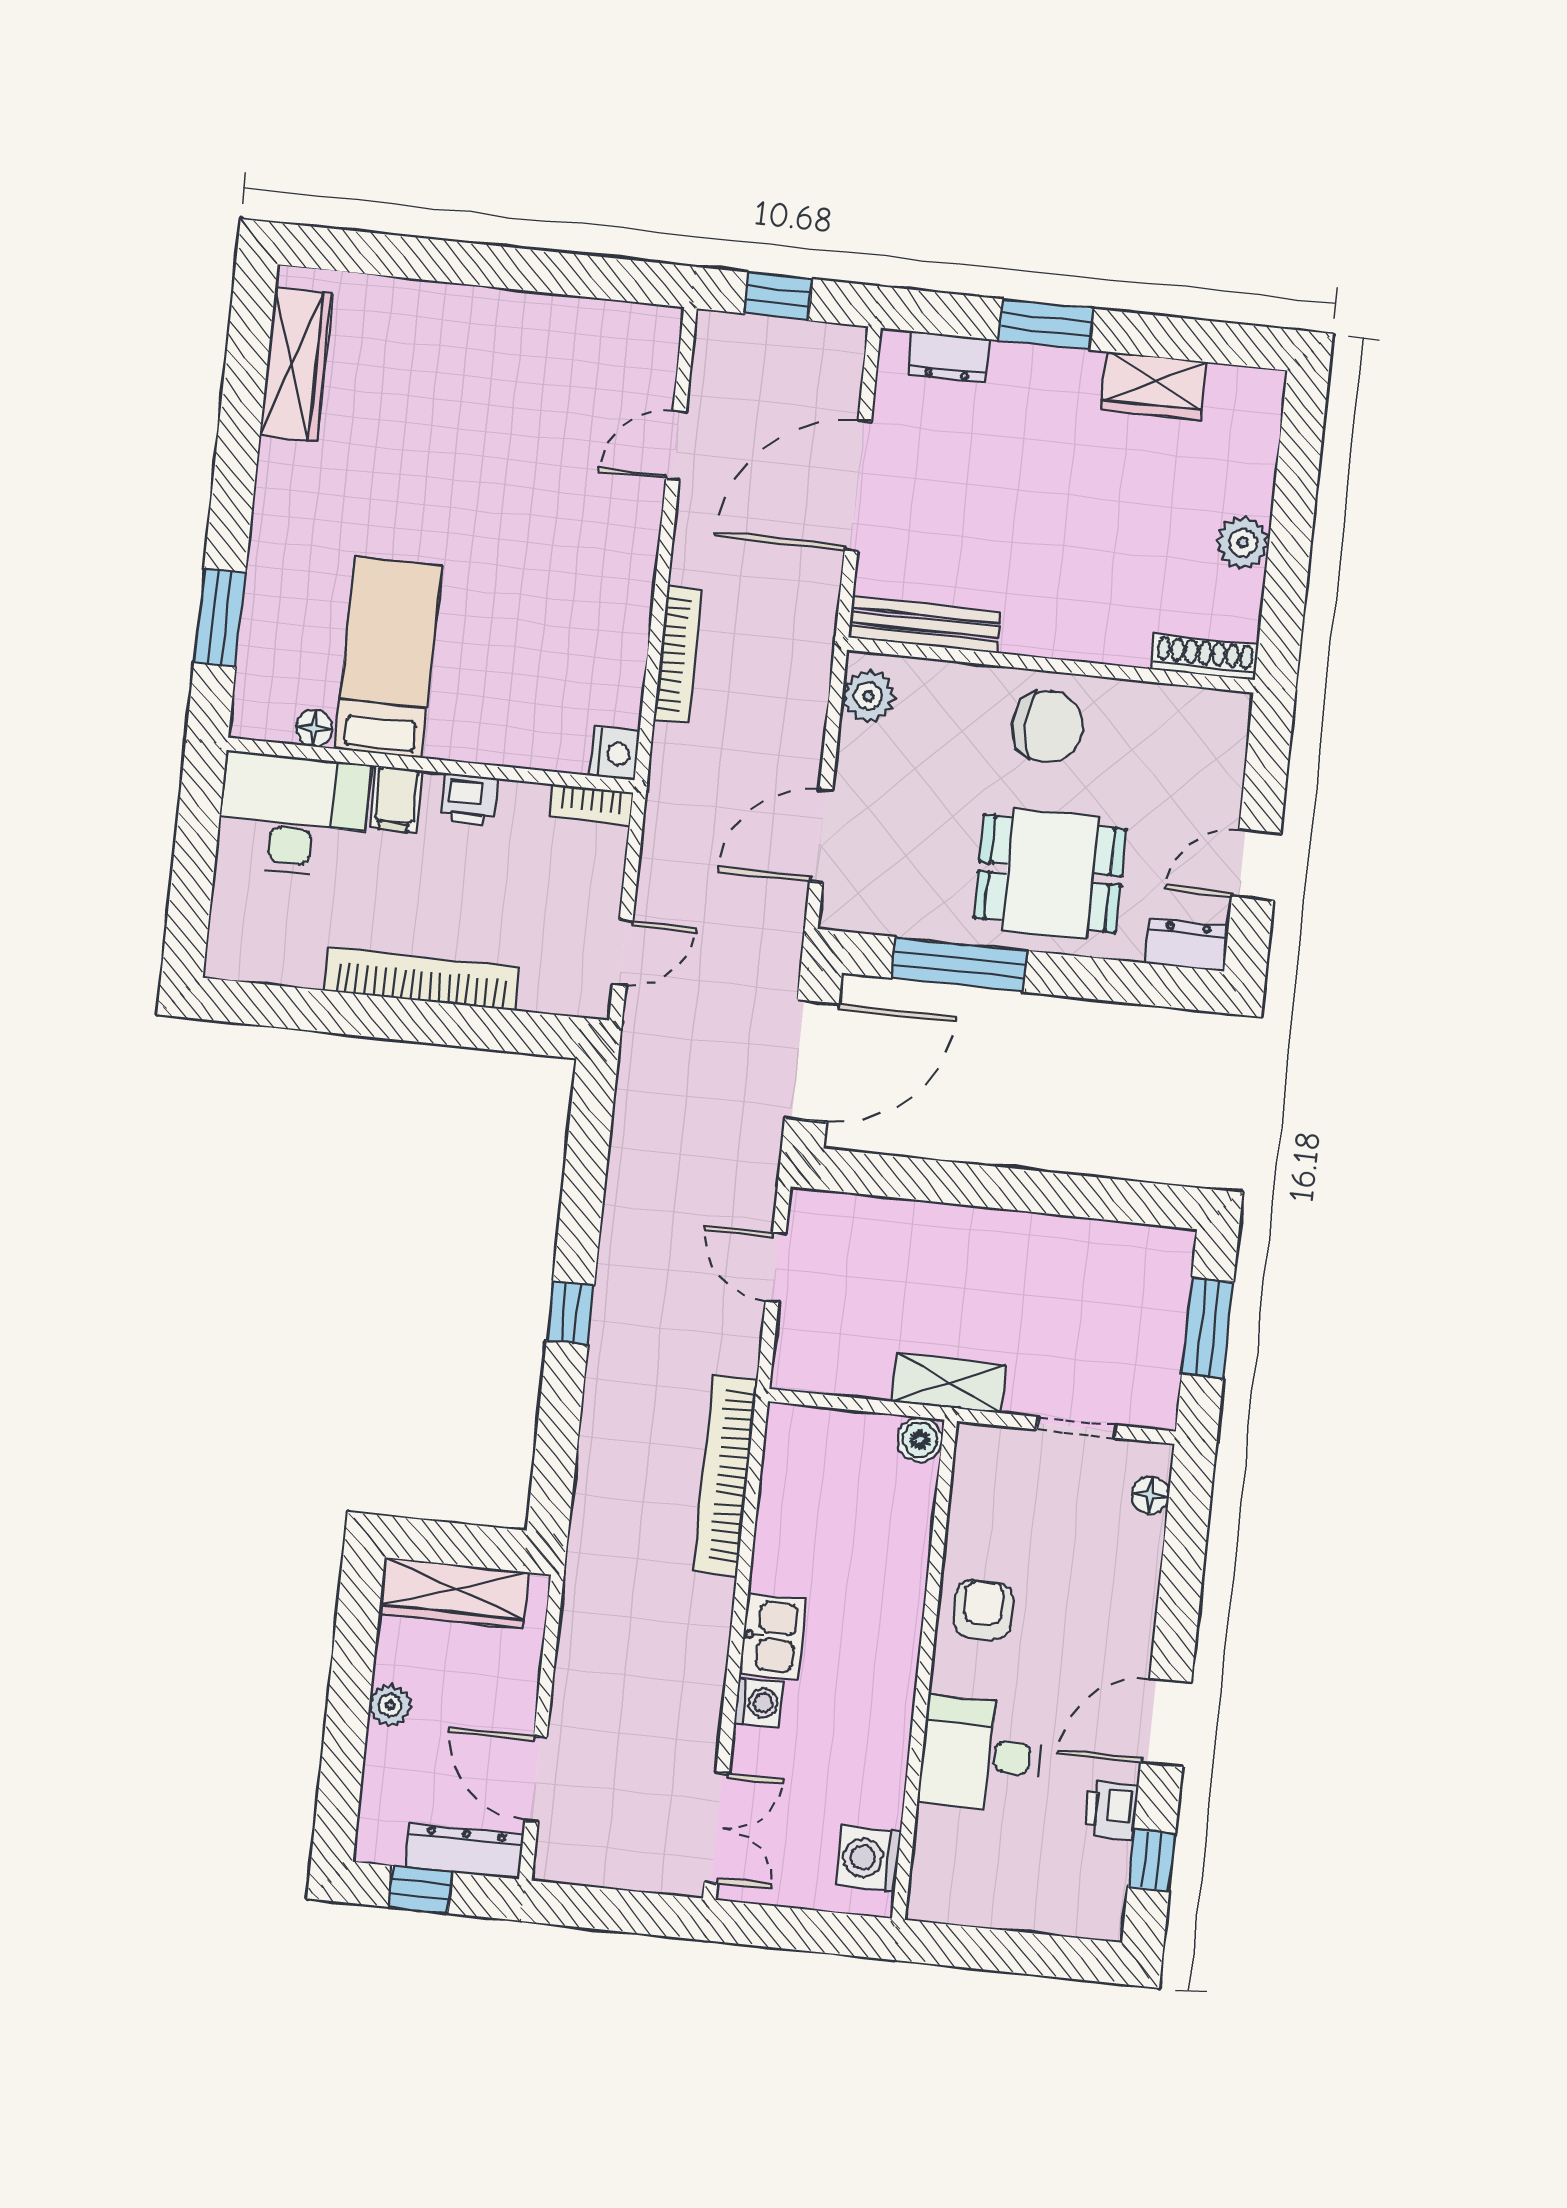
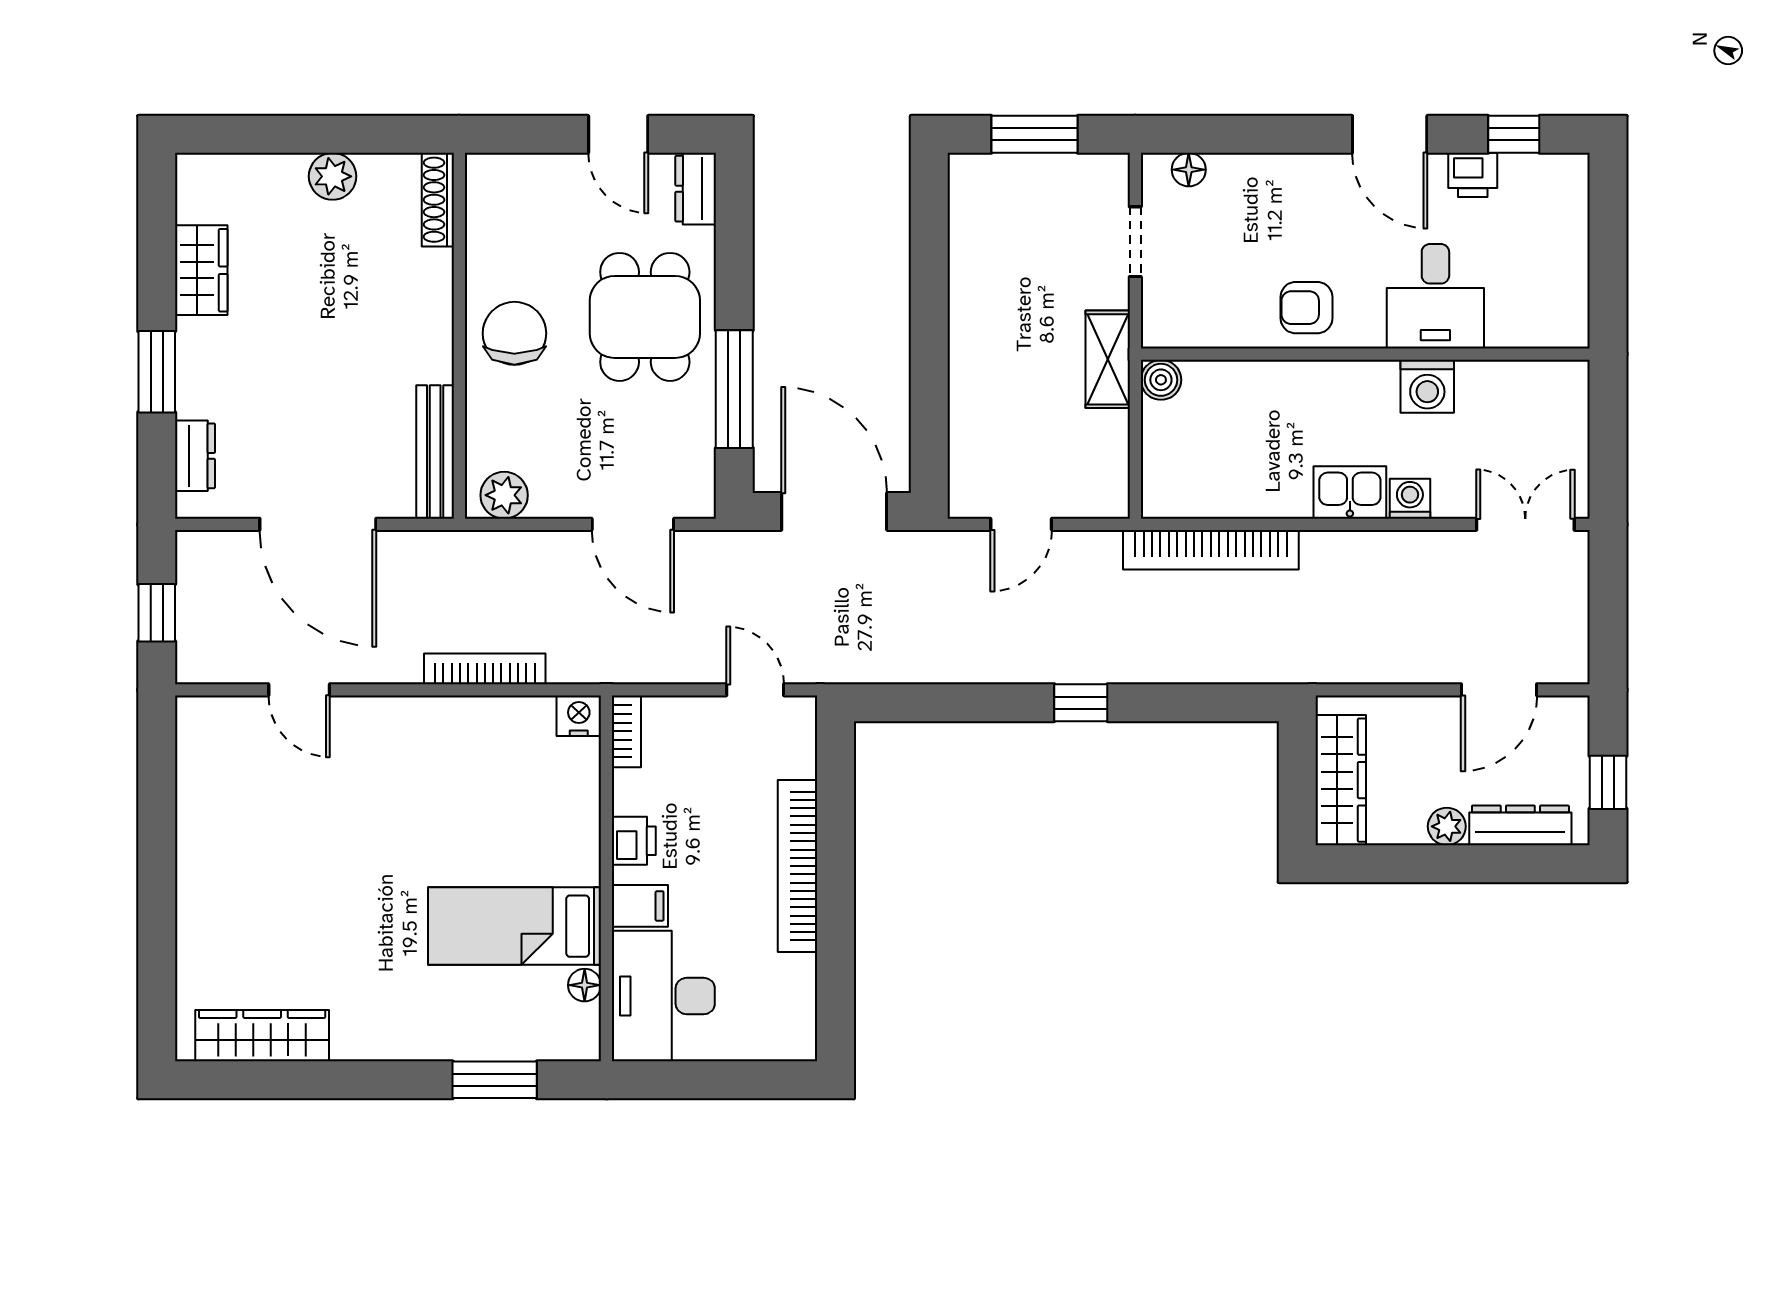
dresser: (465, 1851) -> (1520, 825), moved, turned 90
washing machine: (869, 1858) -> (1427, 386), moved

